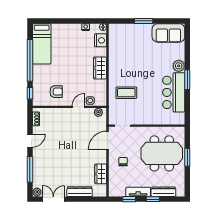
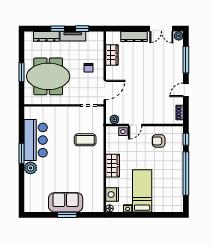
sofa: (168, 33) -> (66, 202), moved
bed: (42, 44) -> (142, 191), moved

